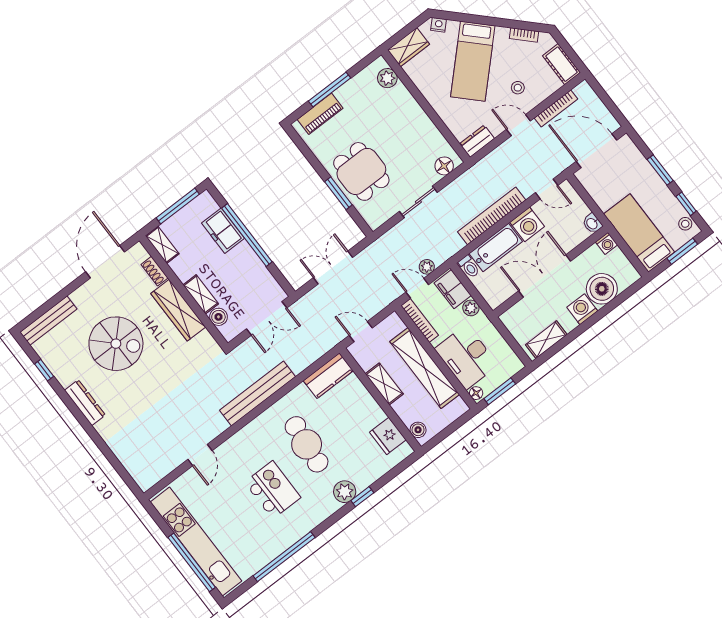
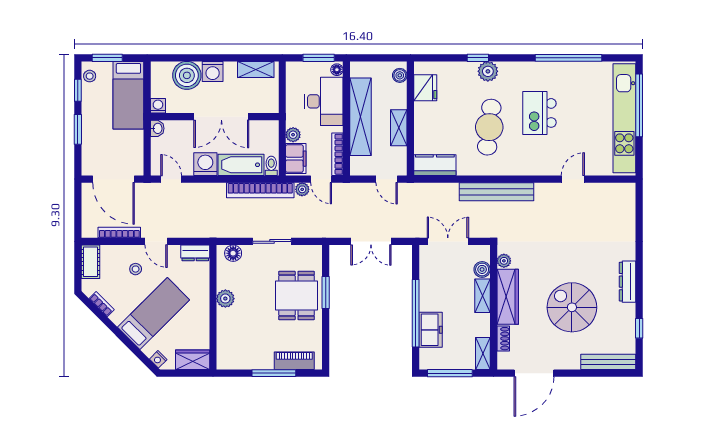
plant: (387, 78) -> (225, 299), moved
bookcase: (492, 216) -> (260, 190), moved
plant: (205, 339) -> (504, 261), added

